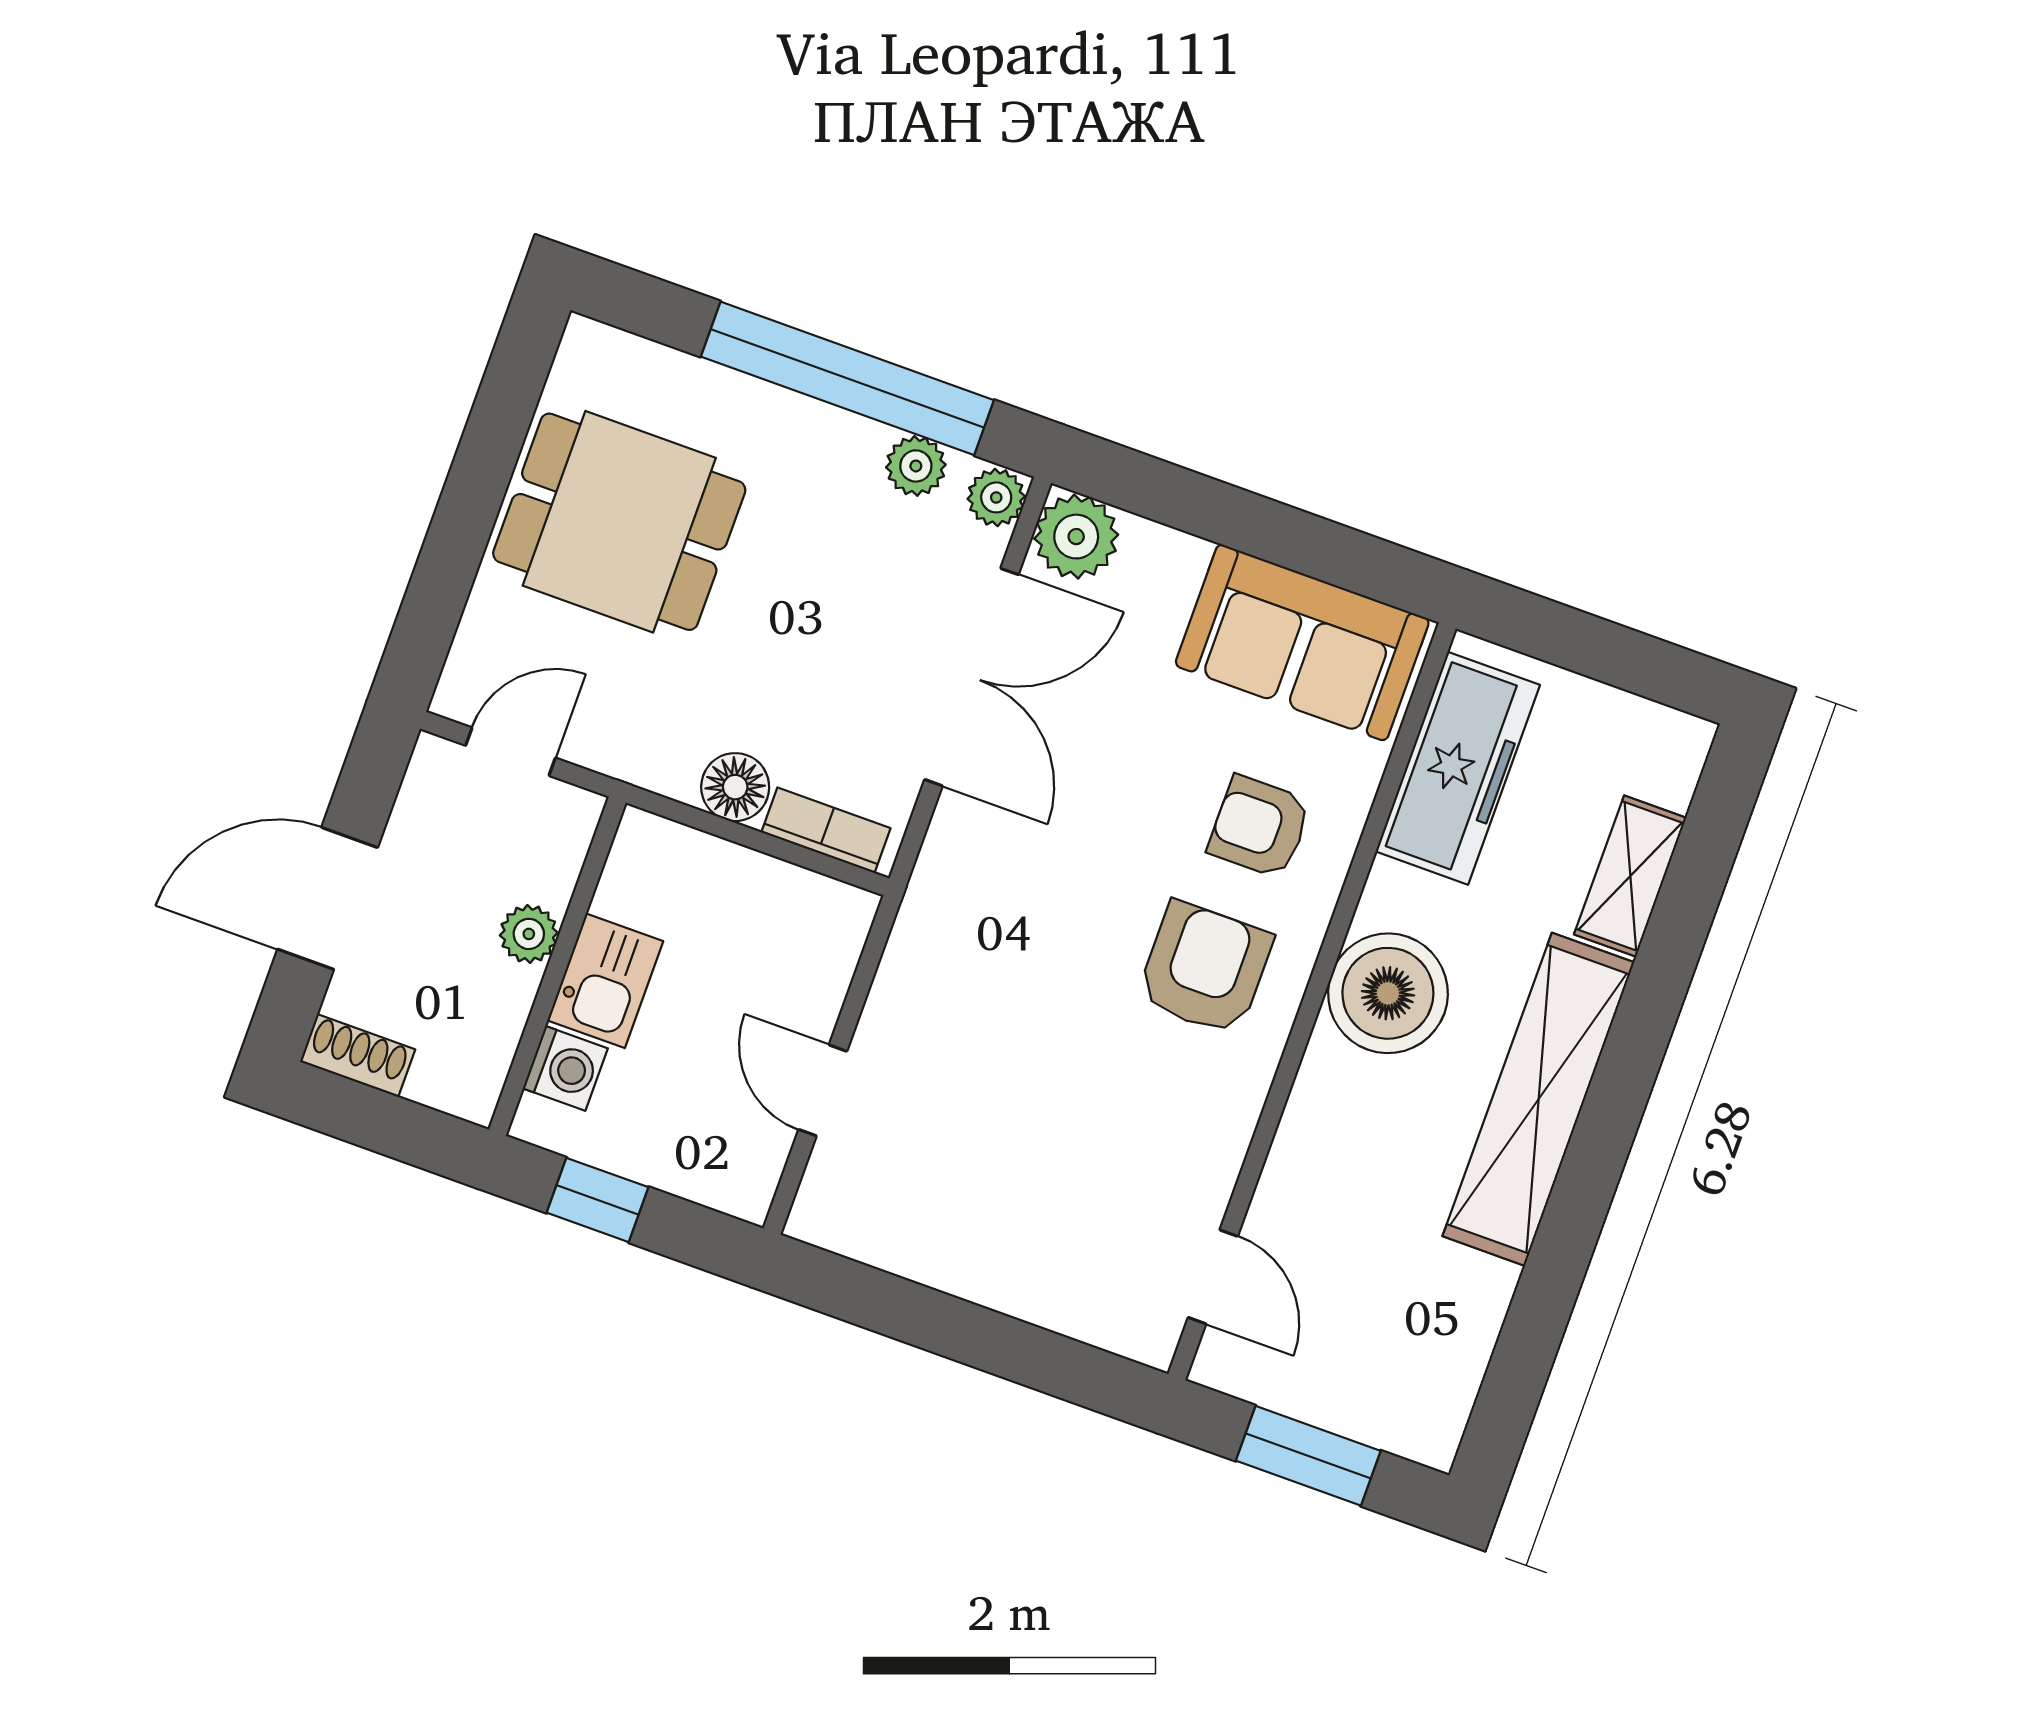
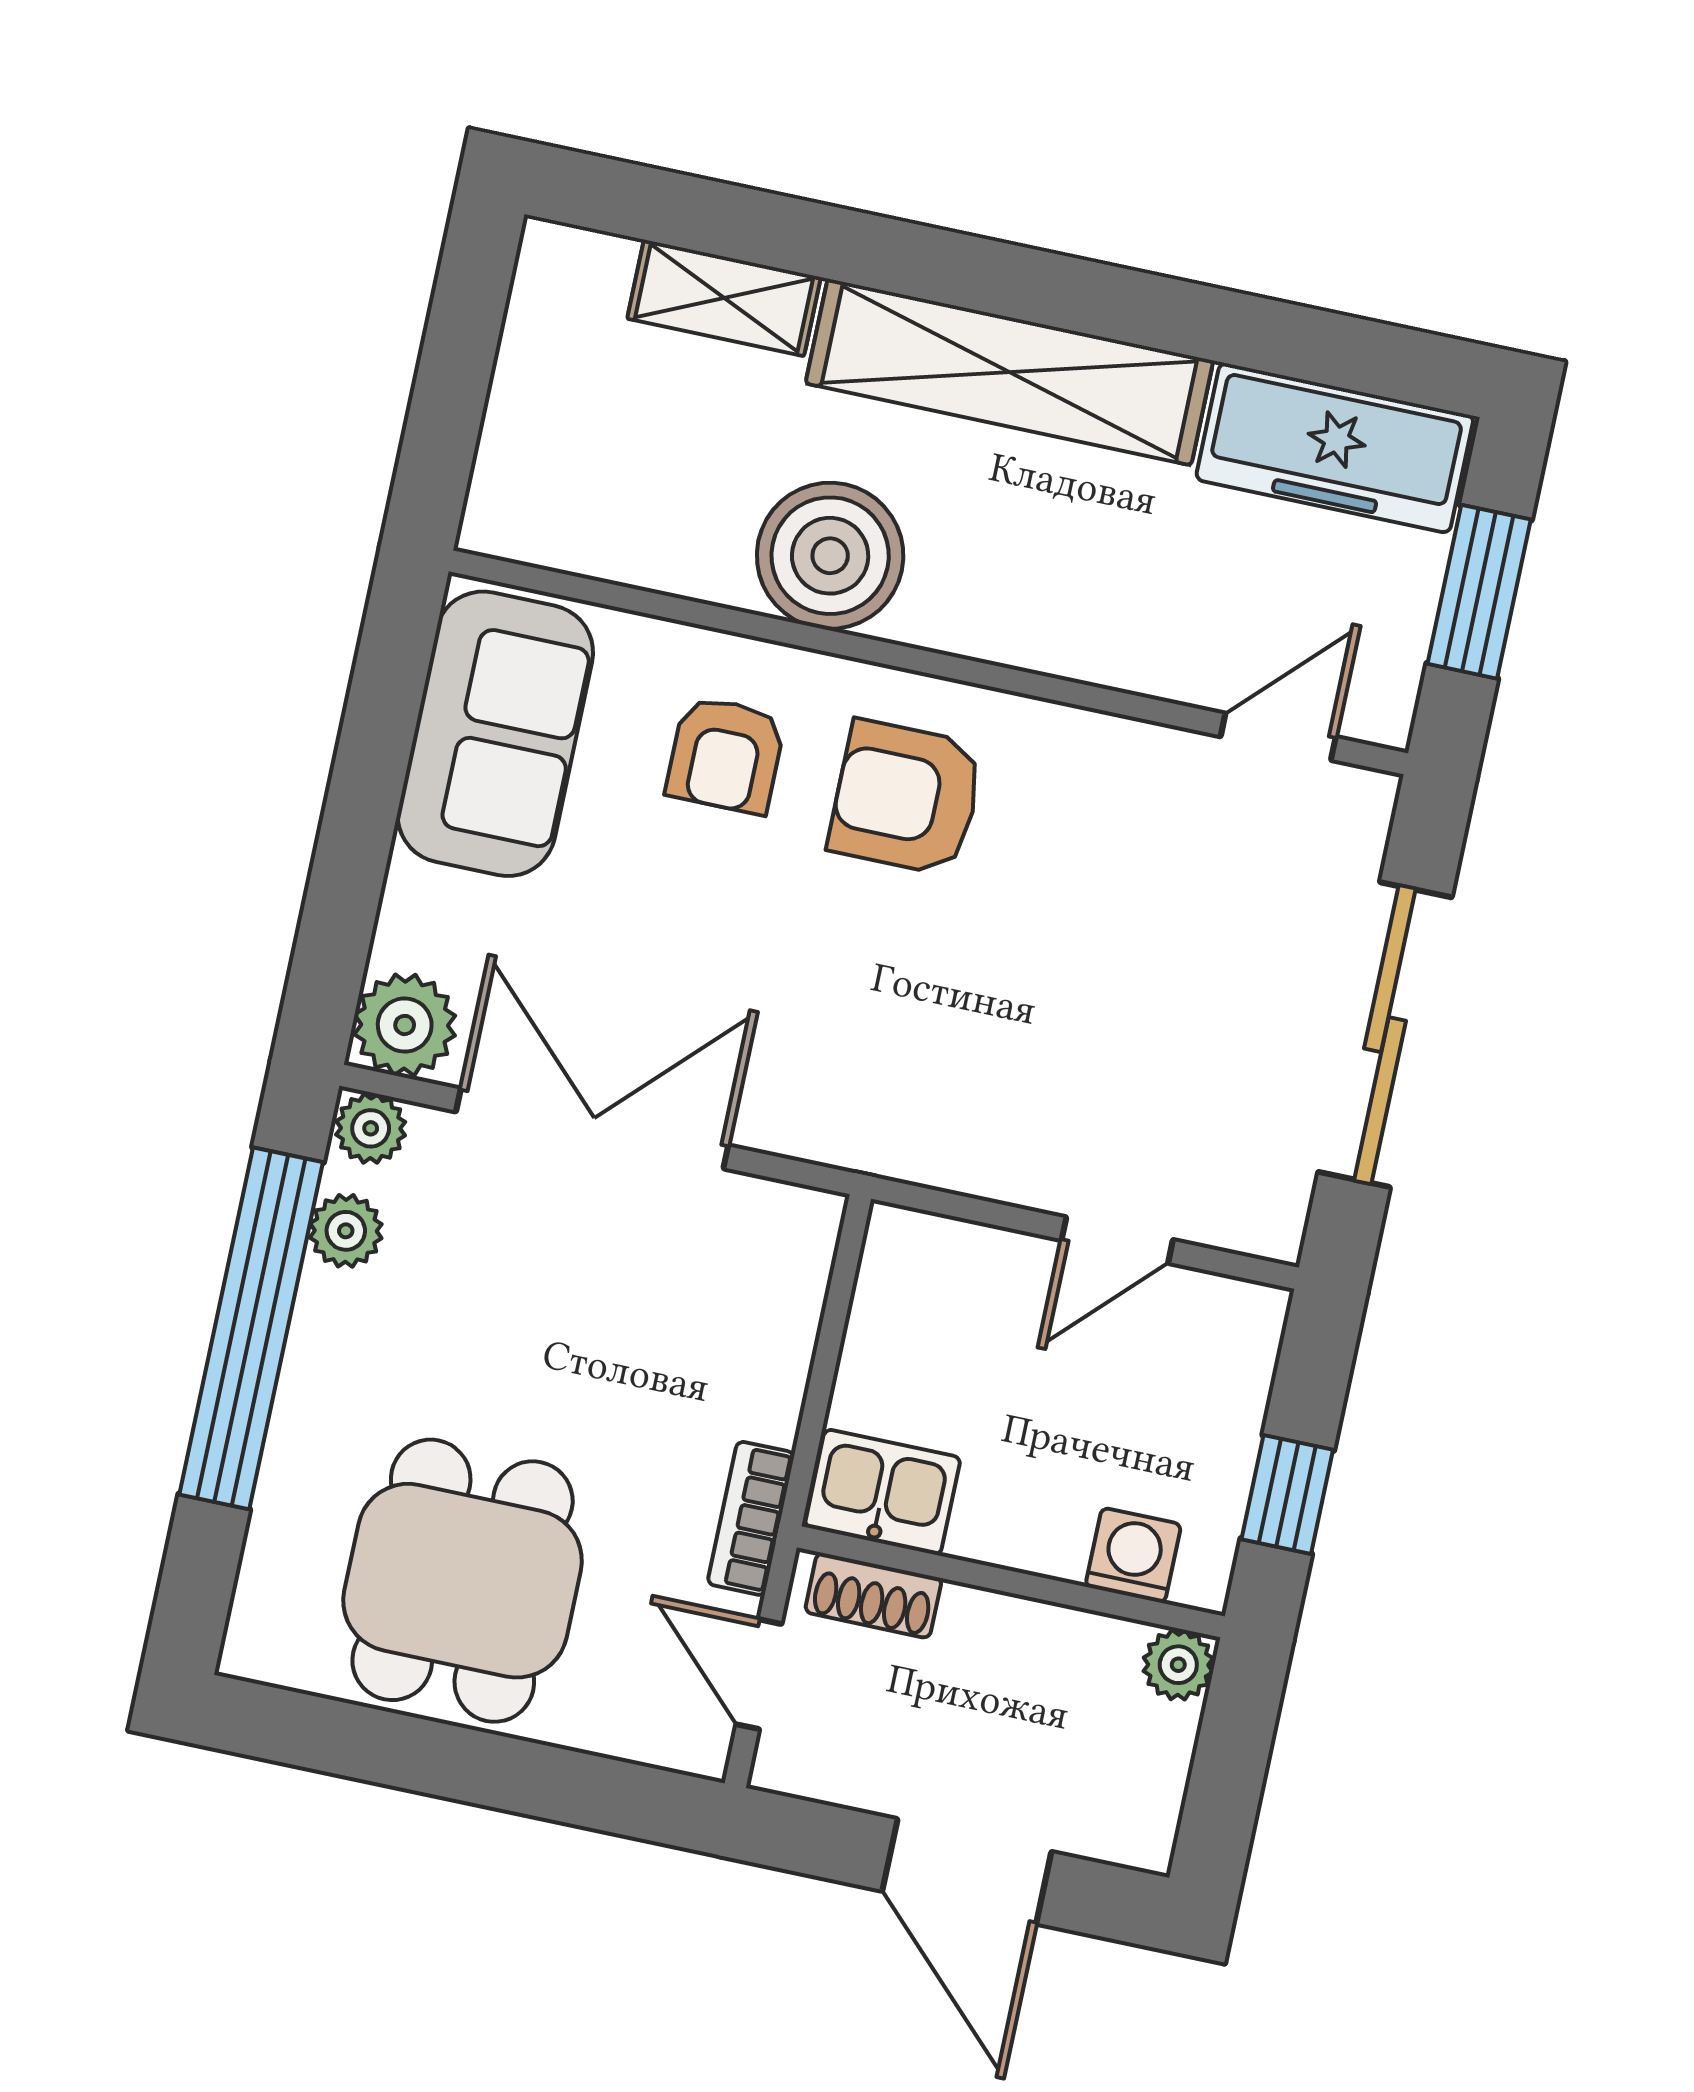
freezer: (1458, 768) -> (1335, 448), moved, turned 180
floor lamp: (735, 787) -> (764, 1396), removed
bookcase: (826, 830) -> (751, 1518), moved
plant: (529, 934) -> (1178, 1665), moved
kitchen sink: (605, 981) -> (883, 1492), moved
boiler: (1388, 993) -> (830, 556), moved
shoe rack: (358, 1056) -> (873, 1595), moved, turned -90
sliding door: (960, 1330) -> (1385, 1035), added

